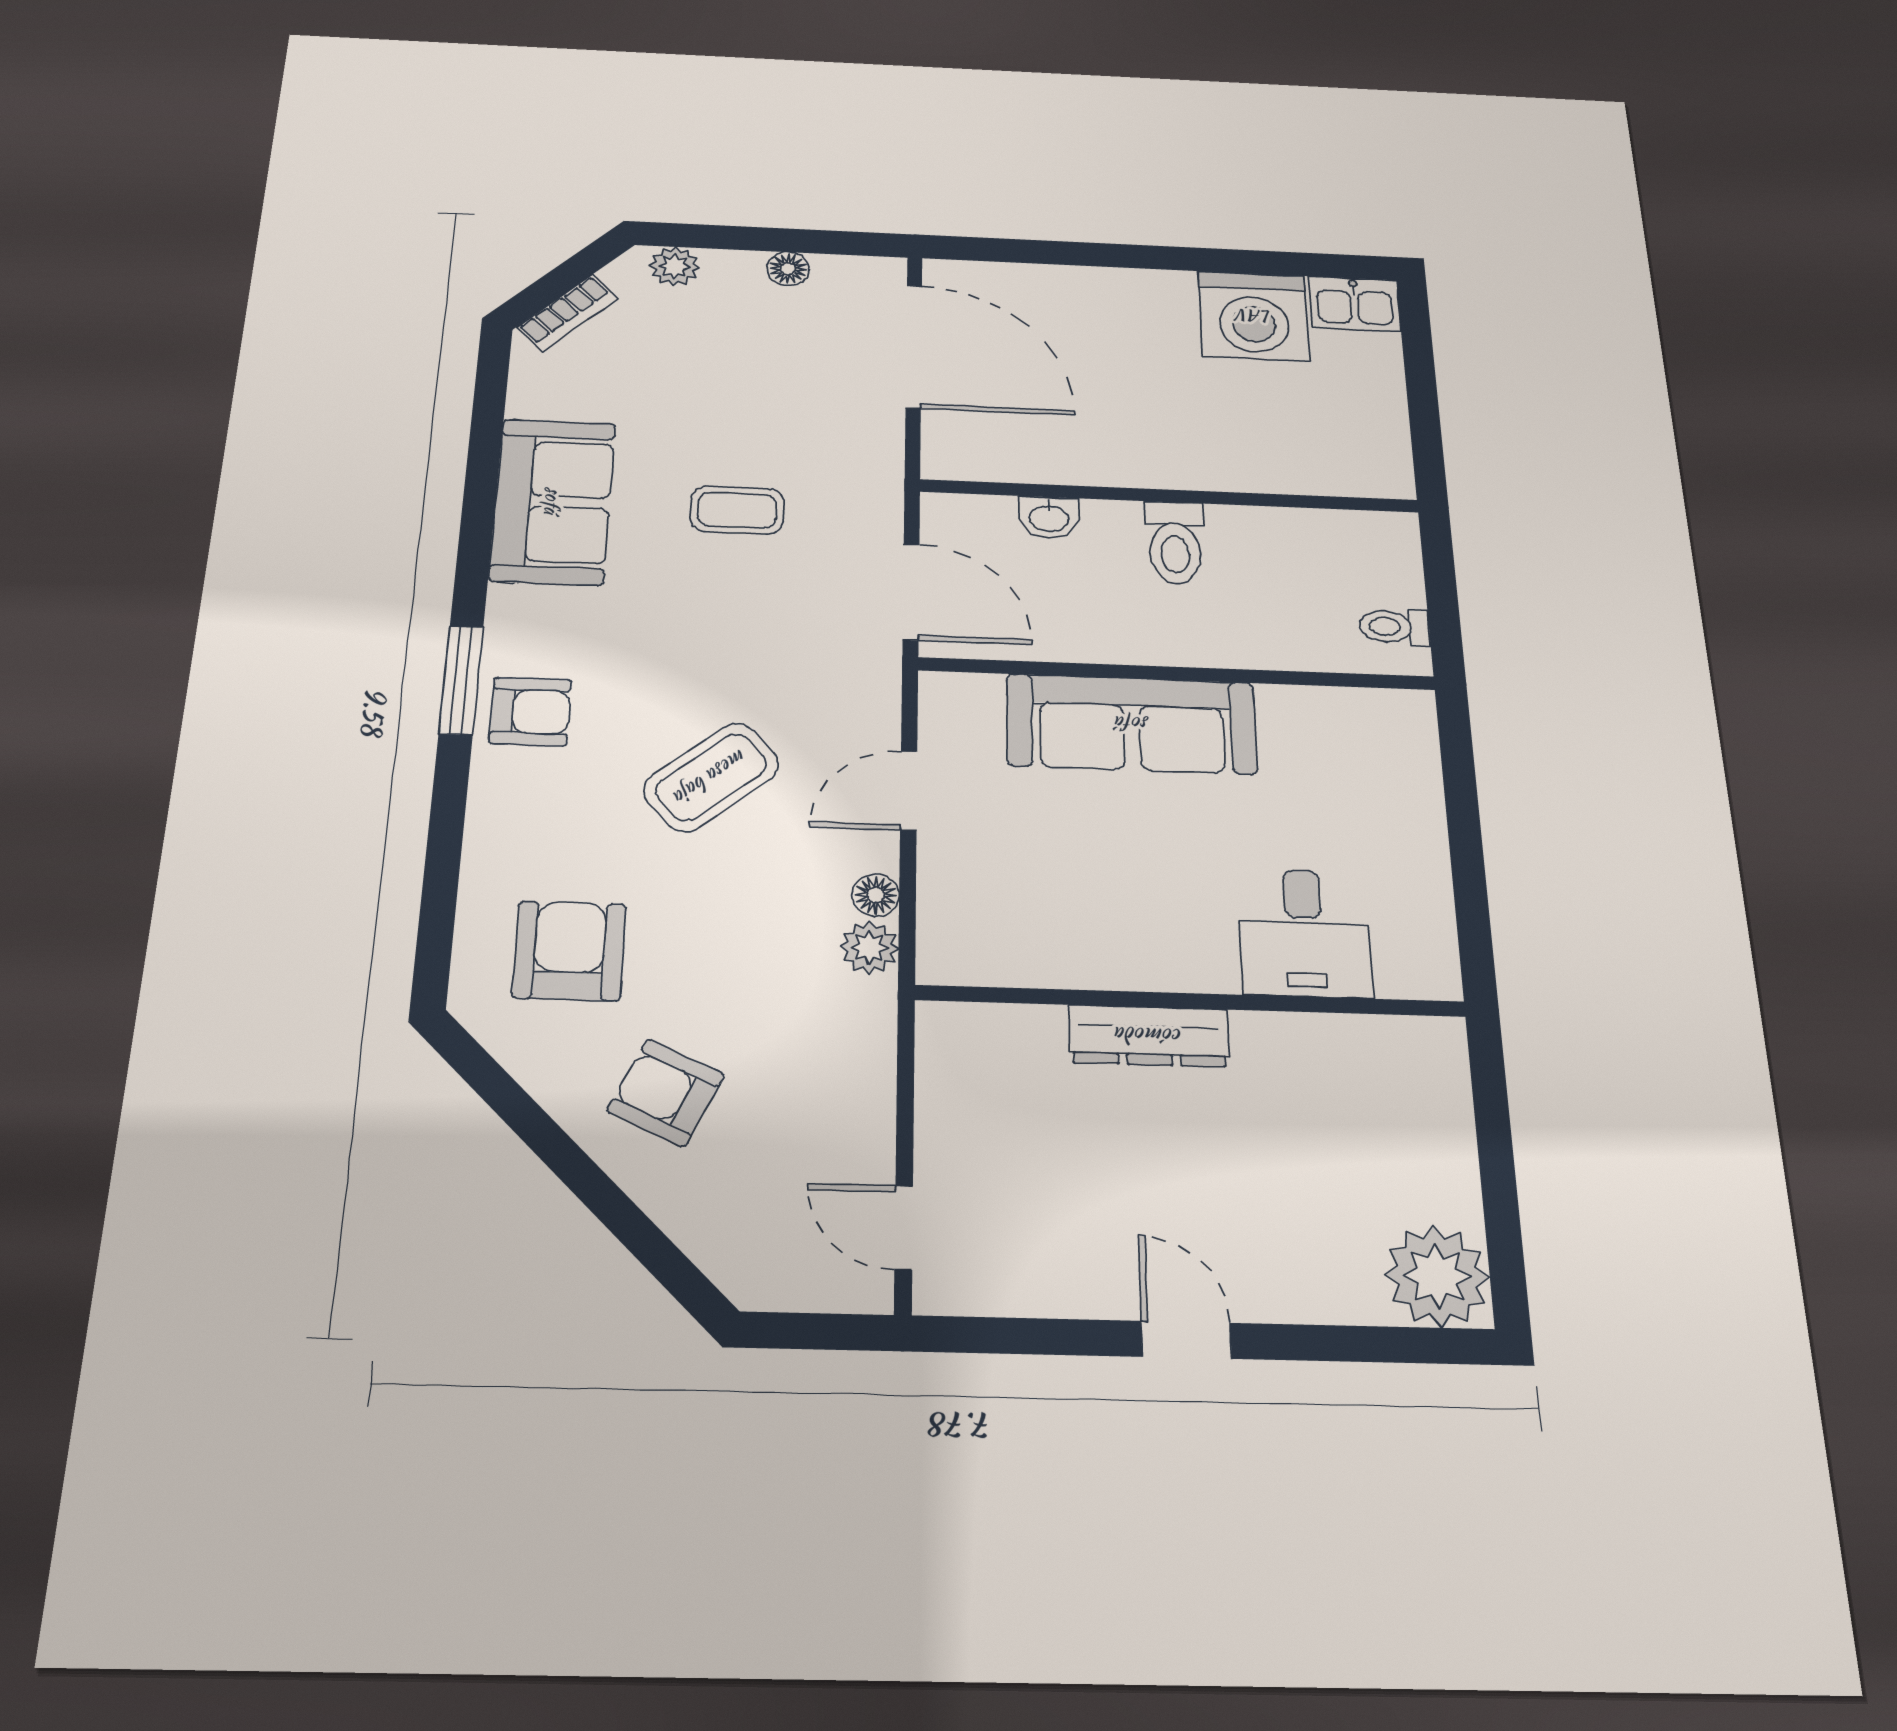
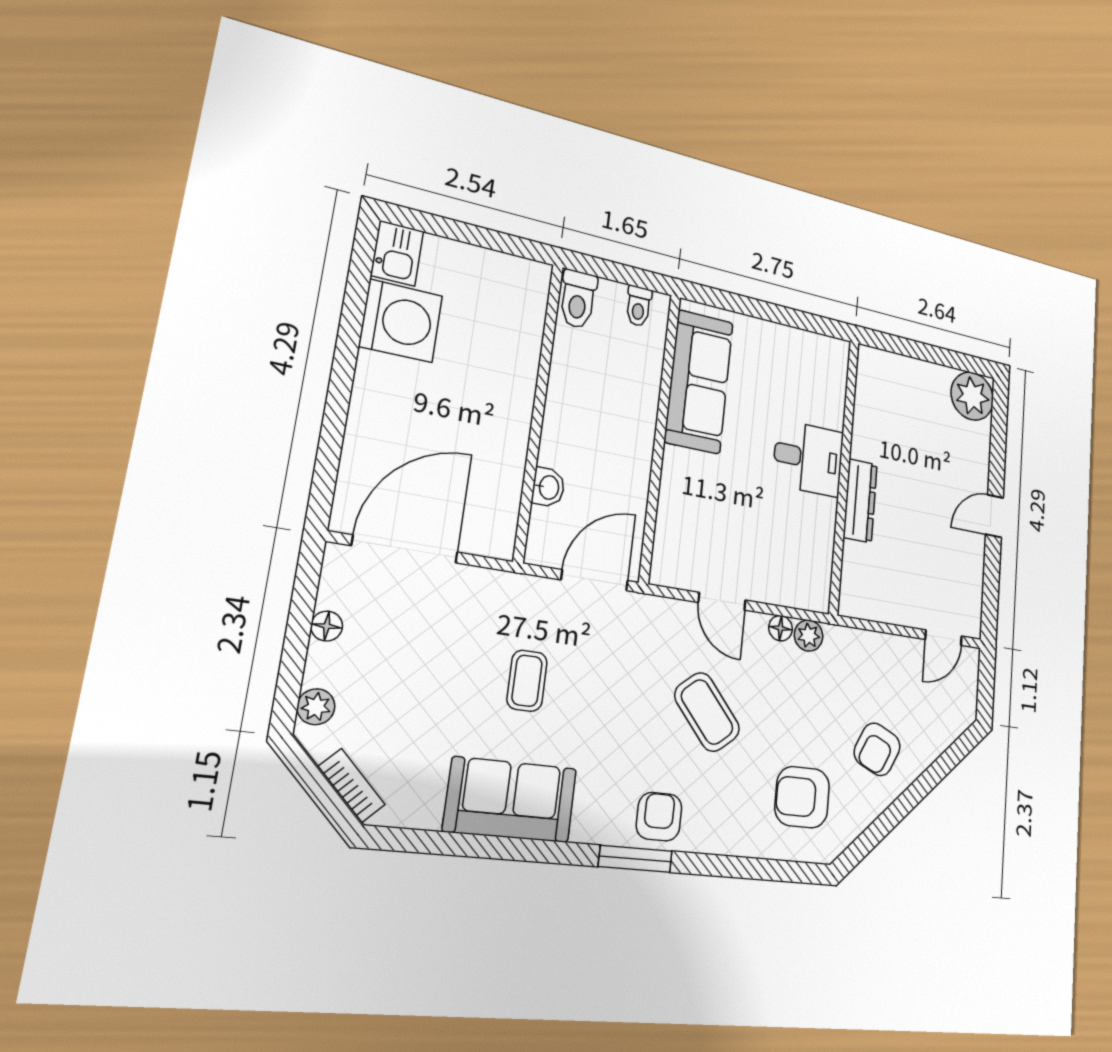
toilet: (1175, 543) -> (578, 299), moved, turned 90
sofa: (1132, 724) -> (699, 382), moved
desk: (1304, 933) -> (808, 458), moved

